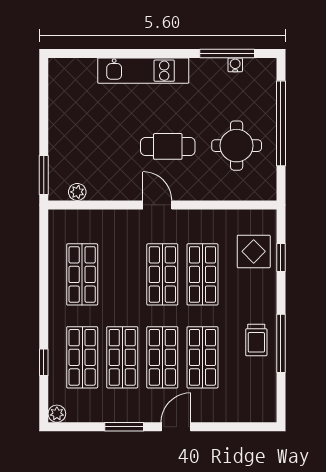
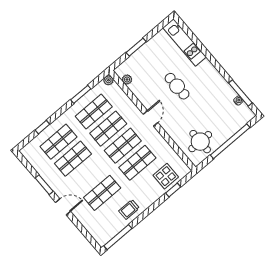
kitchen unit: (143, 71) -> (185, 42), moved
cafe table: (168, 146) -> (177, 86), moved
round table: (237, 146) -> (200, 142), moved
window: (44, 175) -> (136, 47), moved
window: (44, 272) -> (81, 94), added
window: (281, 343) -> (118, 237), moved
shop shelf: (162, 357) -> (108, 129), moved
plant: (57, 414) -> (108, 80), moved

